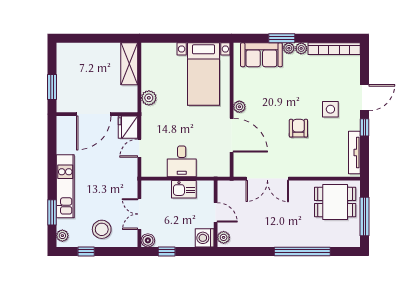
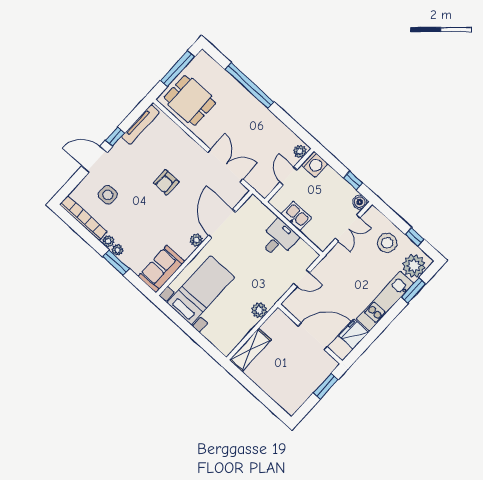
sofa: (261, 55) -> (161, 269), moved, turned -90
side table: (330, 109) -> (108, 195), moved
fridge: (128, 127) -> (354, 334), moved, turned 180
plant: (62, 236) -> (414, 266), width x1.88, depth x1.88

